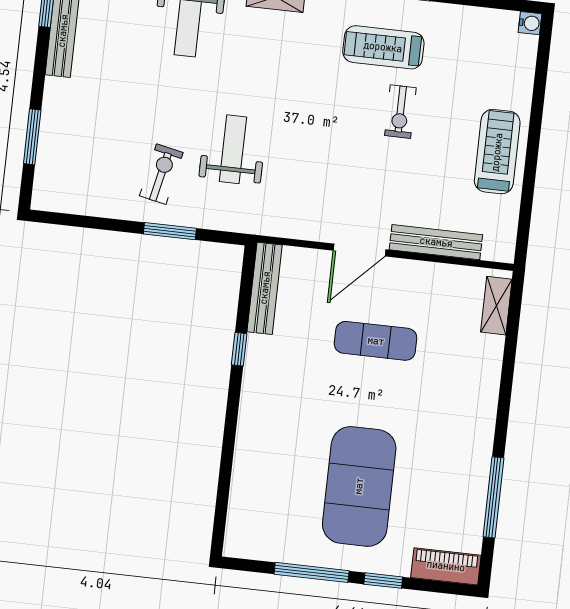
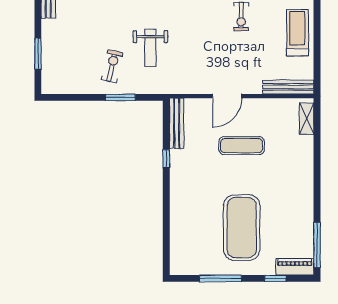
weight bench: (233, 149) -> (150, 48), turned 180
bench: (436, 242) -> (288, 87), moved
window: (493, 497) -> (317, 245), moved
window: (383, 581) -> (275, 278), moved

